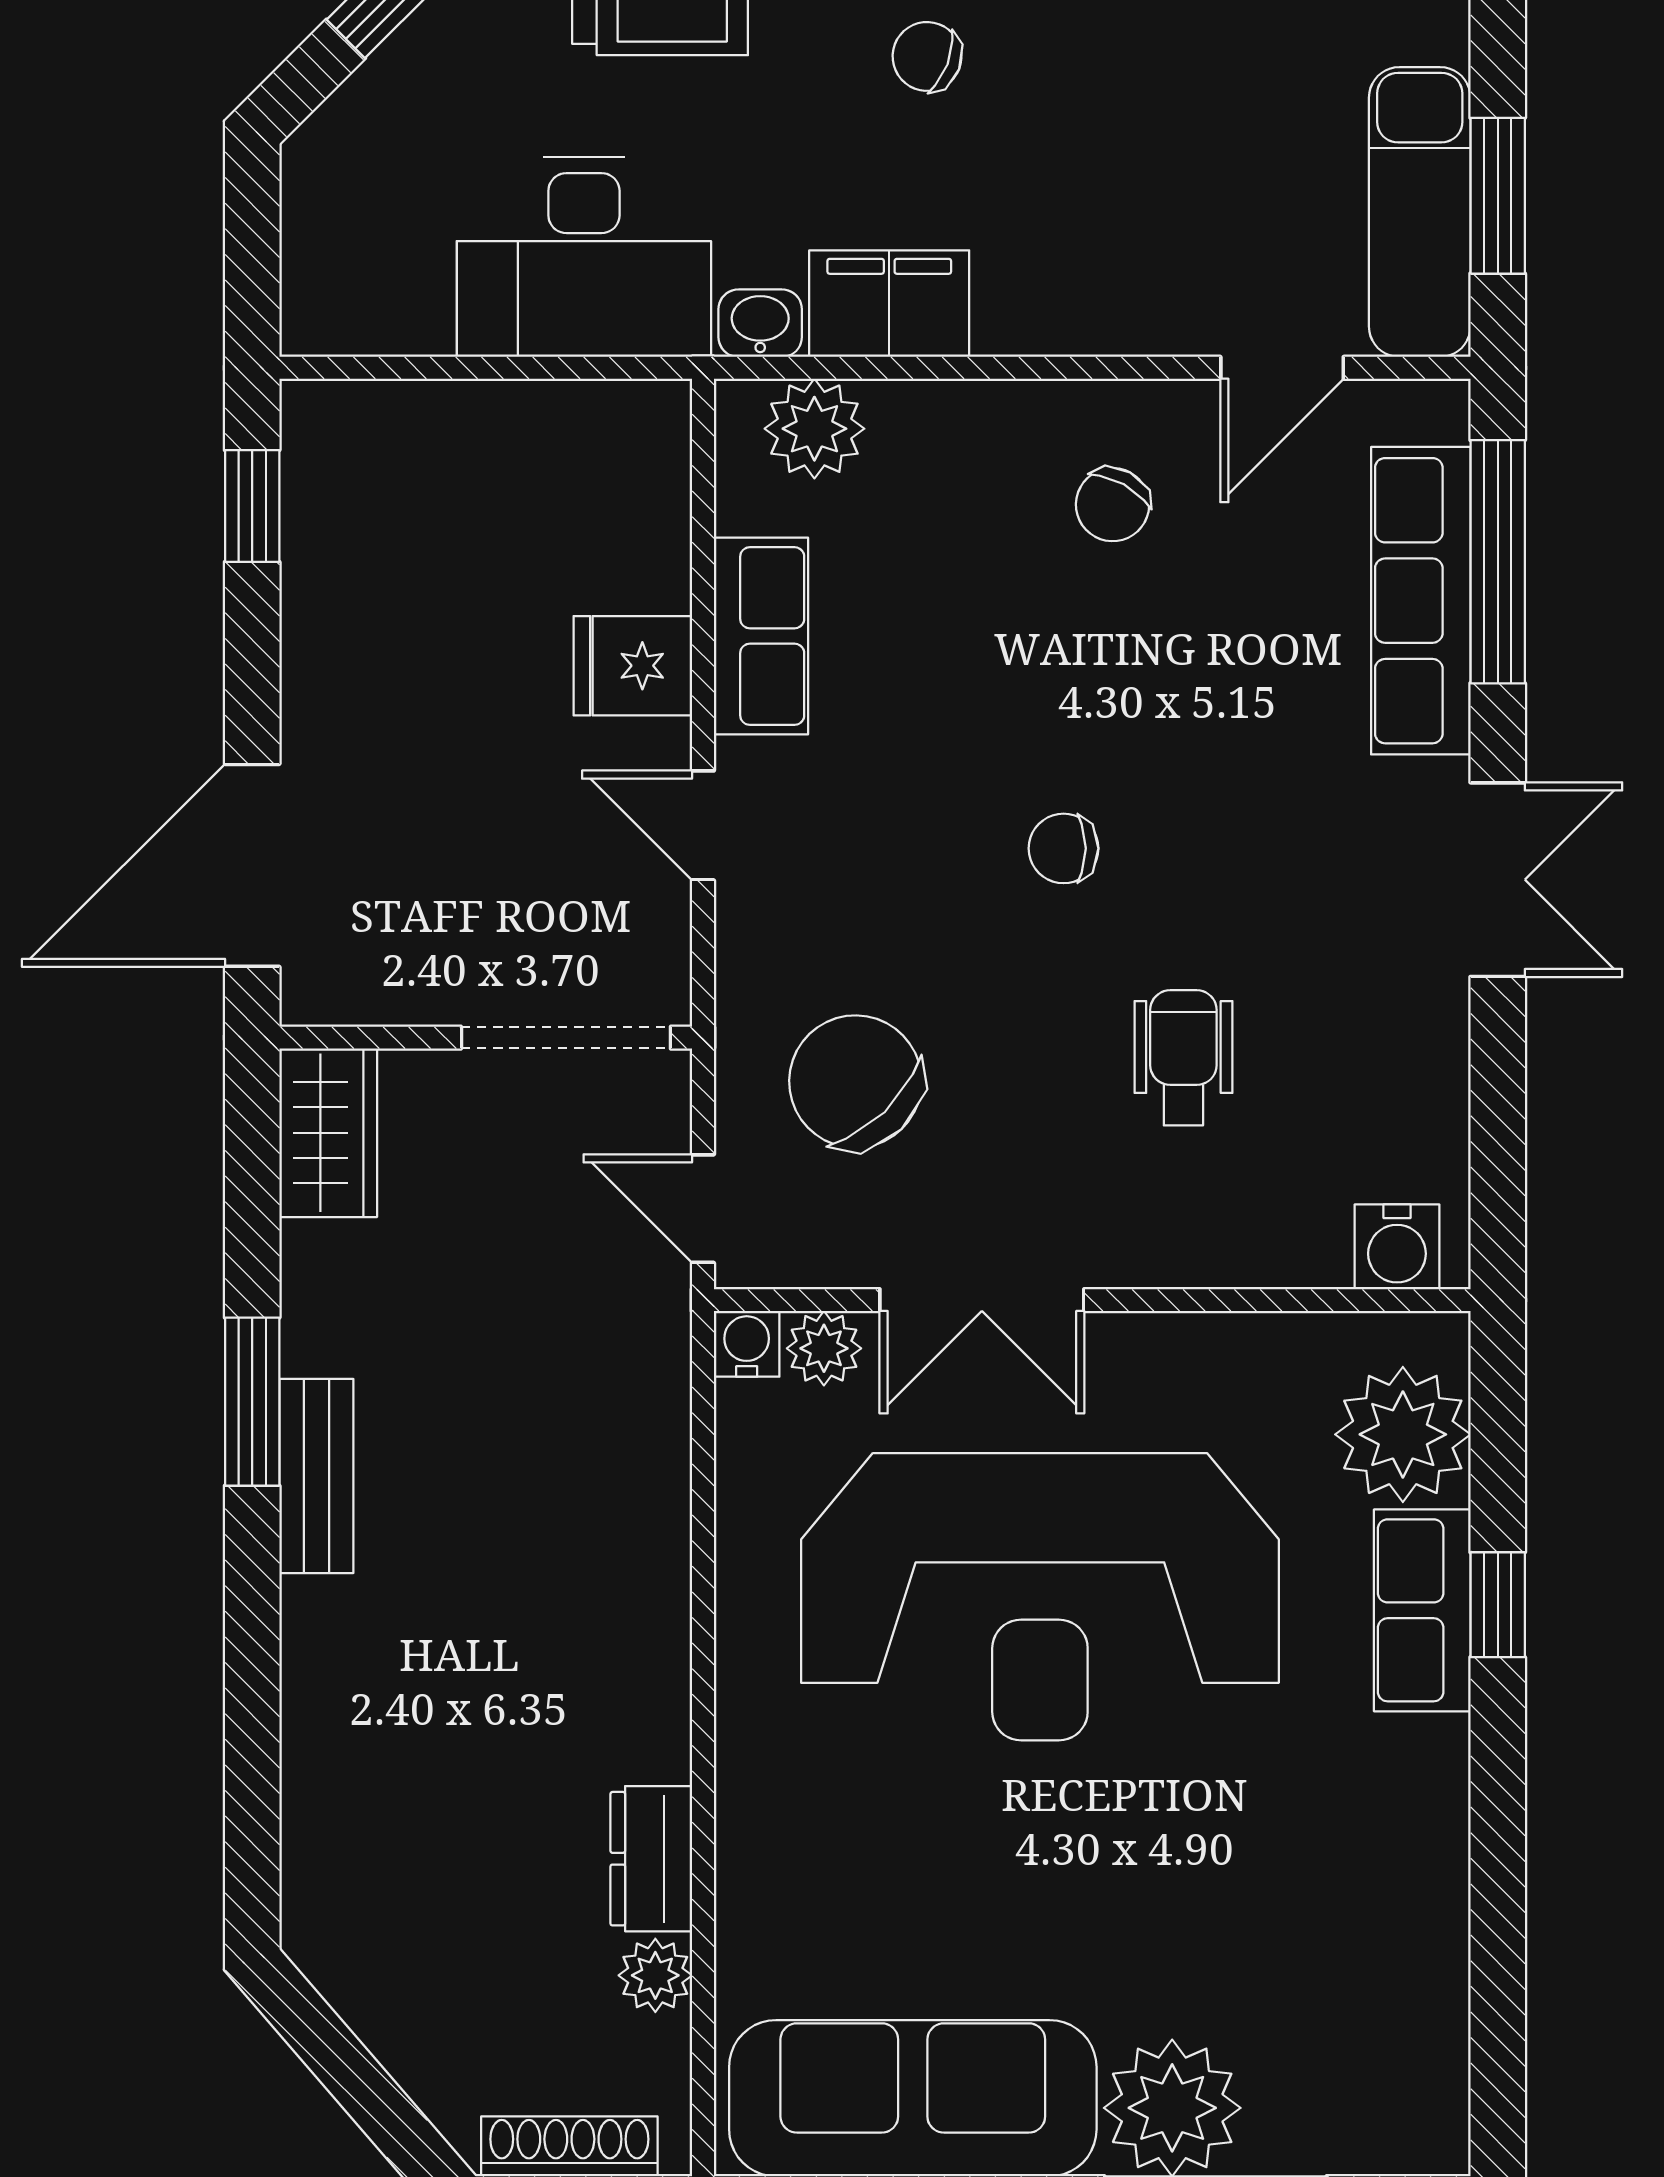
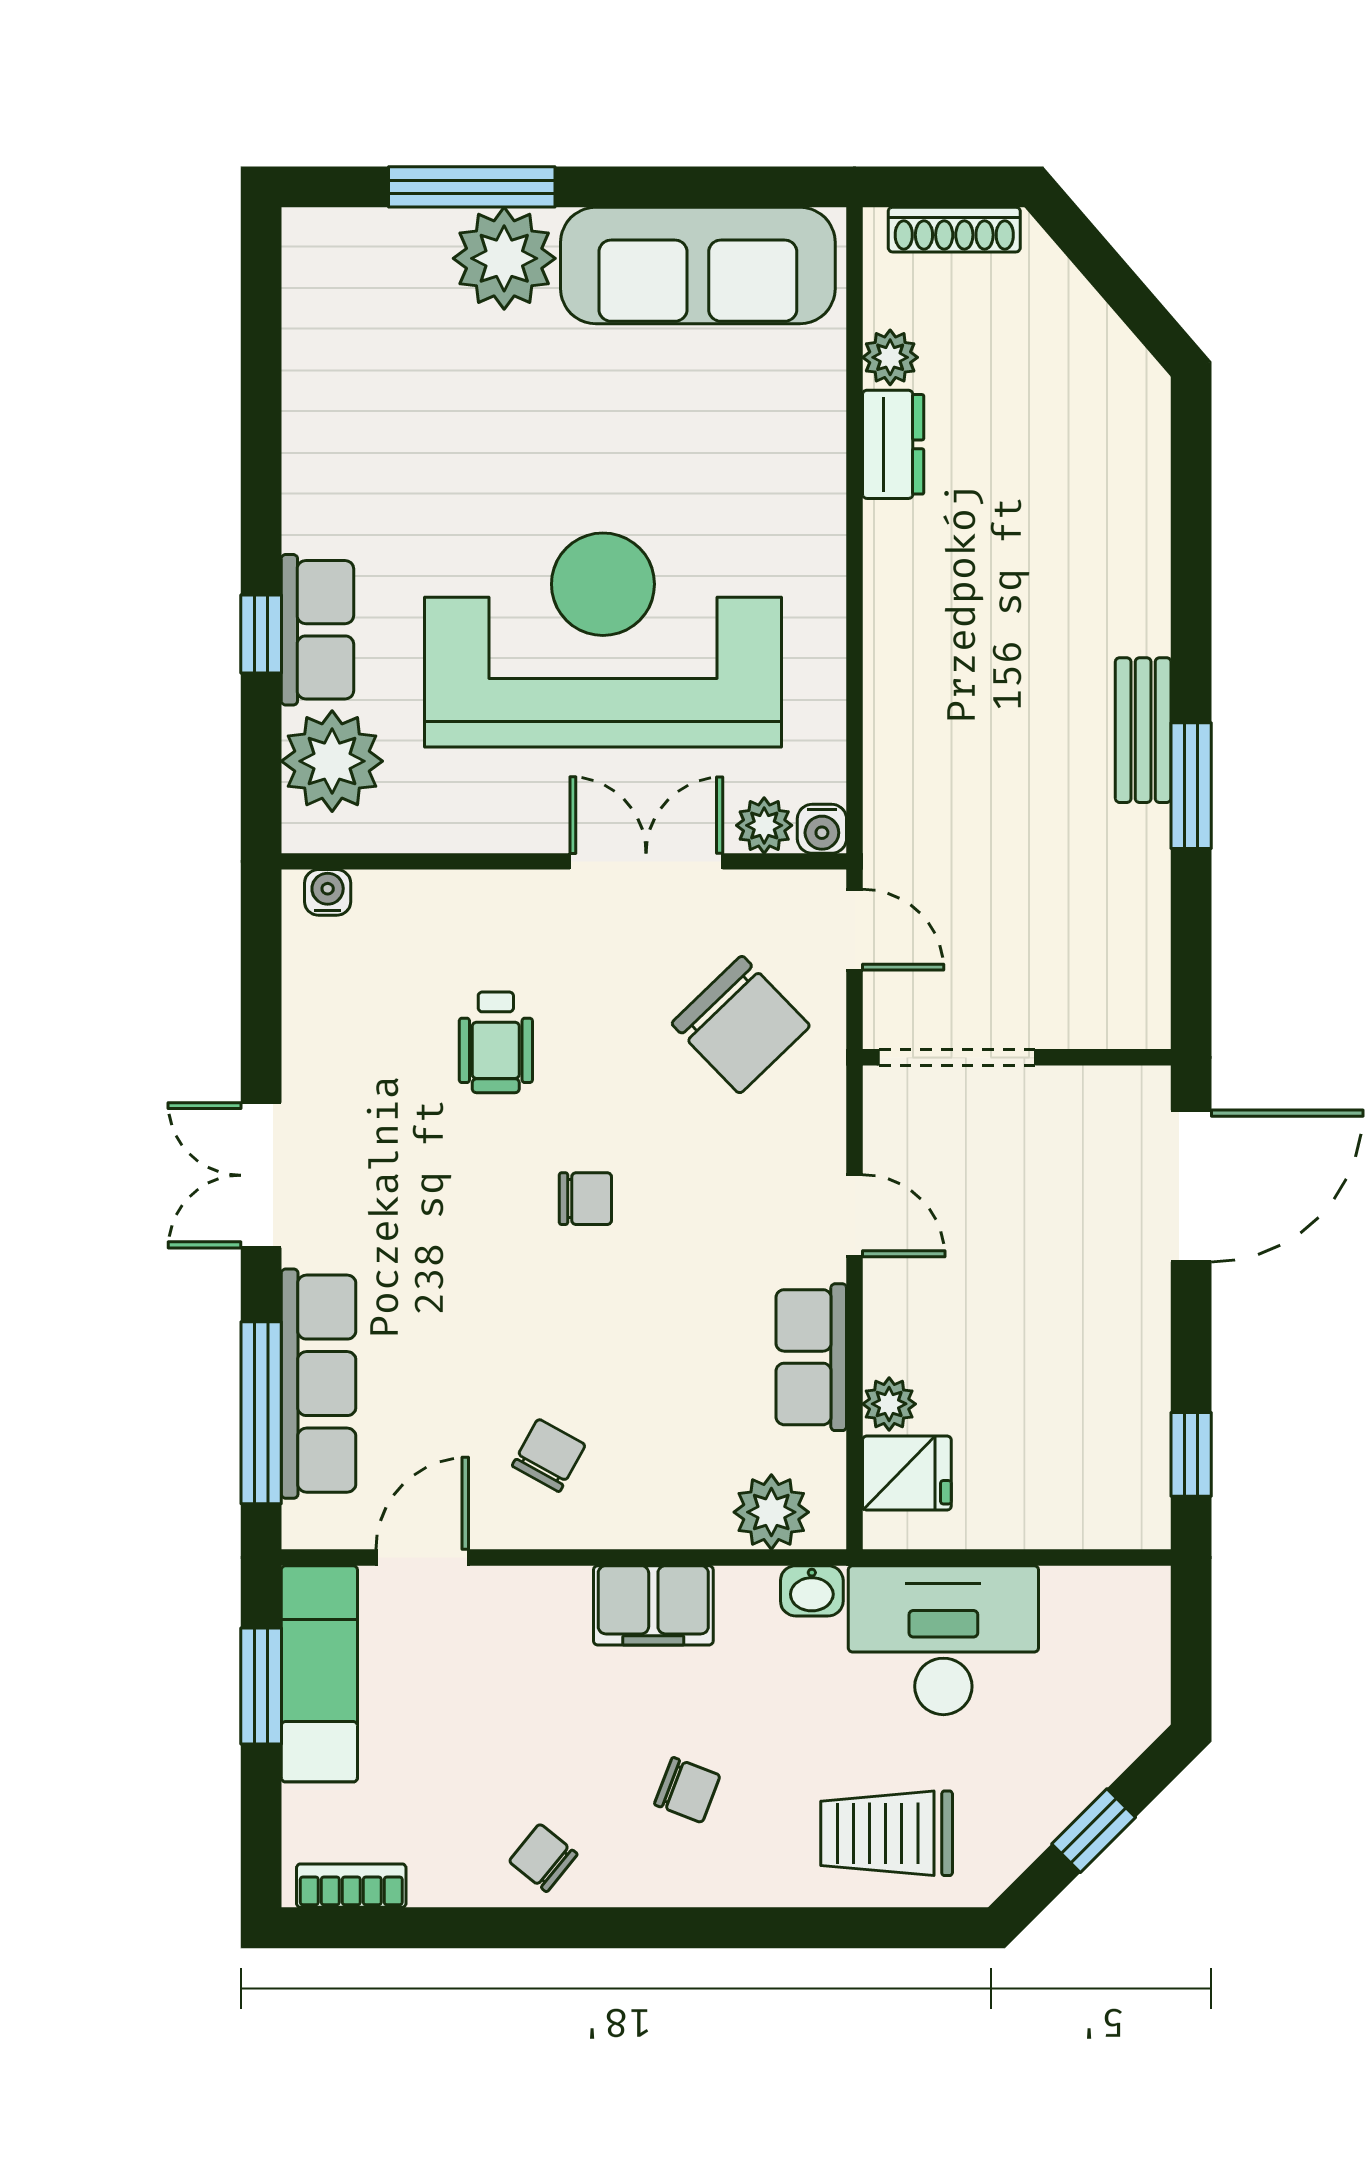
filing cabinet: (889, 304) -> (653, 1605), moved
plant: (657, 573) -> (889, 1404), added
fridge: (633, 666) -> (907, 1473), moved
wardrobe: (328, 1133) -> (1134, 986), removed
water cooler: (1397, 1247) -> (328, 892), width x0.72, depth x0.72

